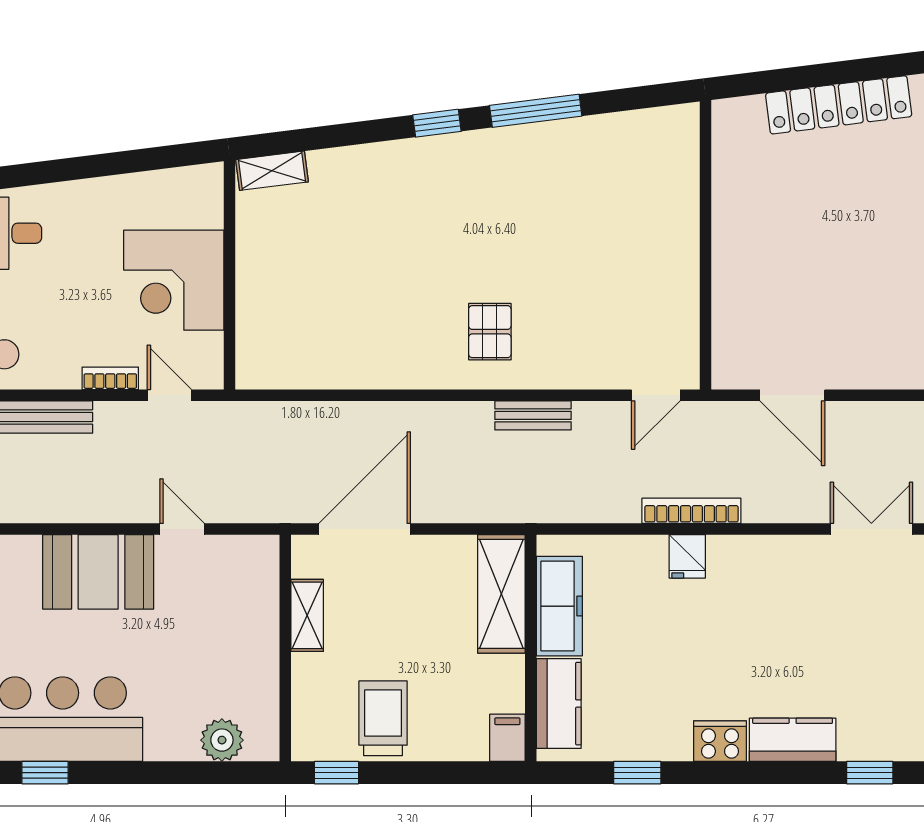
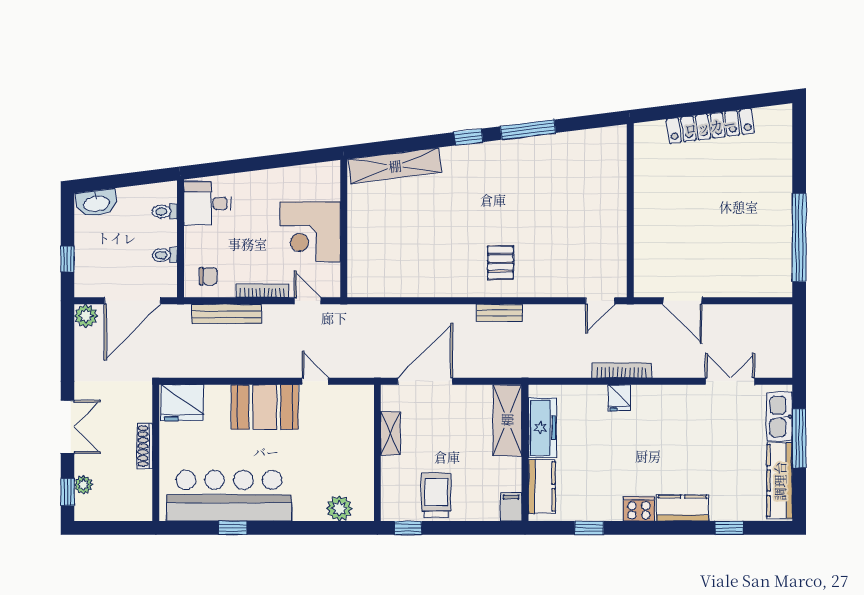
shelving: (272, 171) -> (395, 166), width x2.20, depth x1.33
bookcase: (110, 378) -> (262, 291), width x1.56
bench: (533, 415) -> (500, 313), moved

